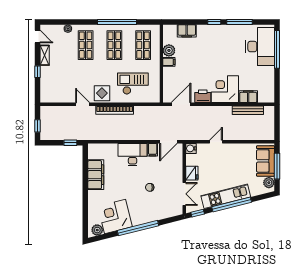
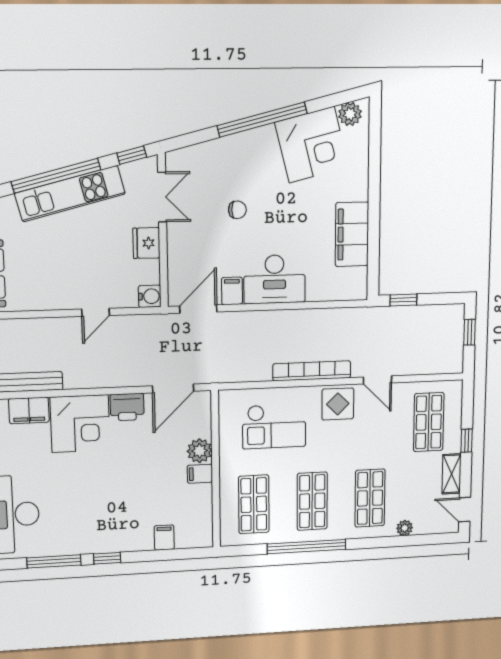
filing cabinet: (187, 31) -> (164, 538), width x0.50
plant: (169, 50) -> (200, 451), moved
shop shelf: (57, 82) -> (429, 422), added
double door: (184, 194) -> (162, 197), swing flipped

